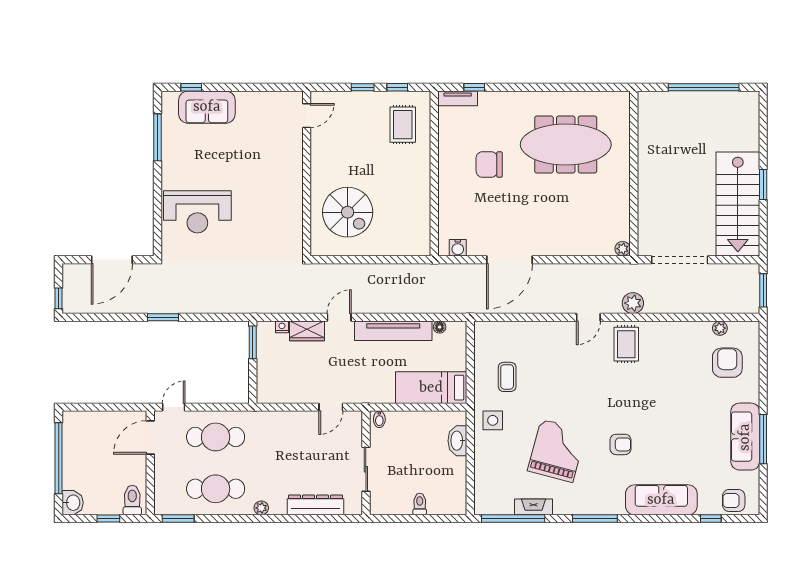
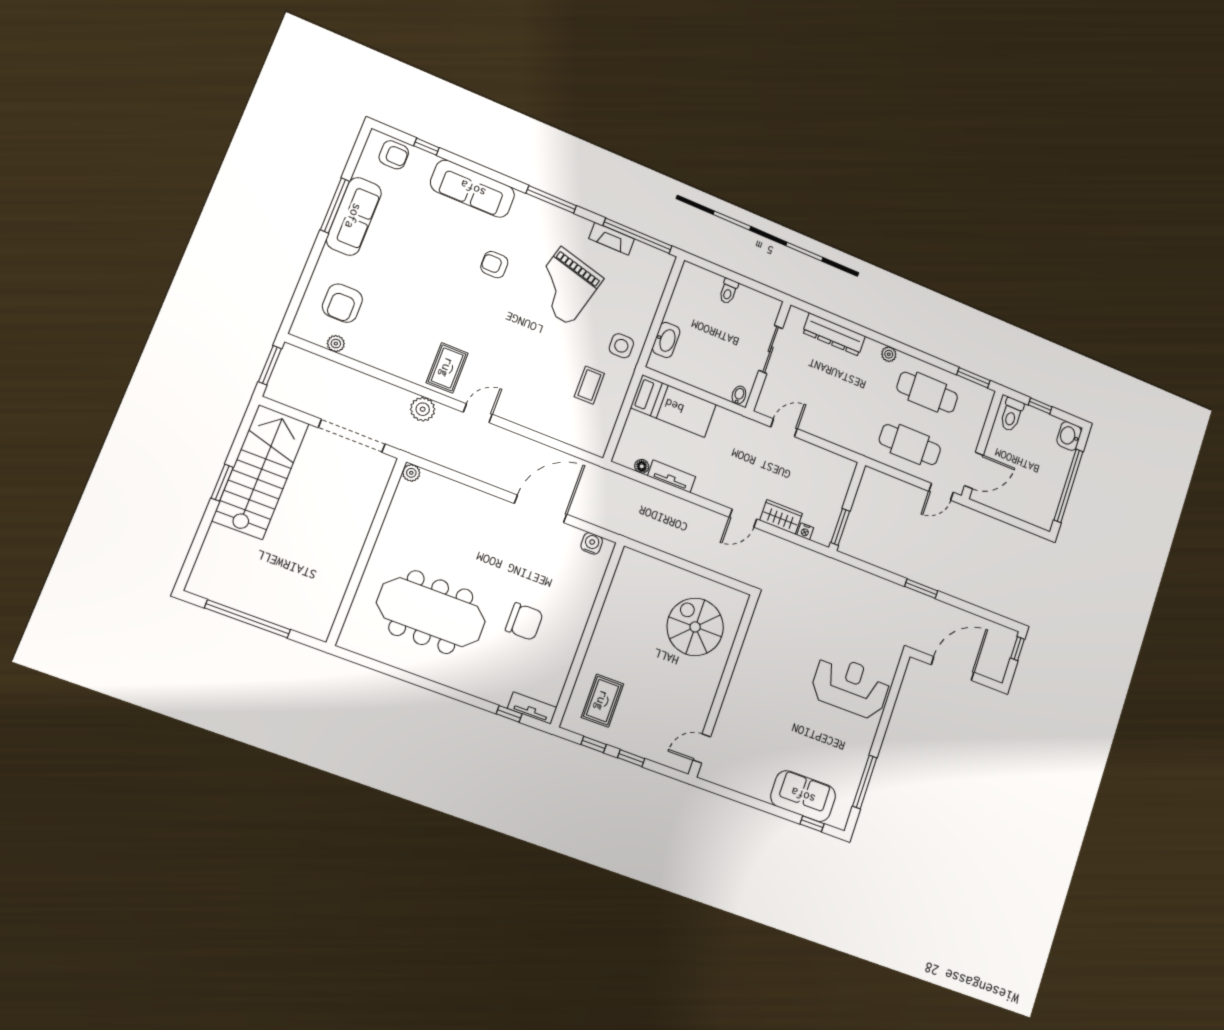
tv unit: (393, 331) -> (672, 476), width x0.52, depth x0.78

